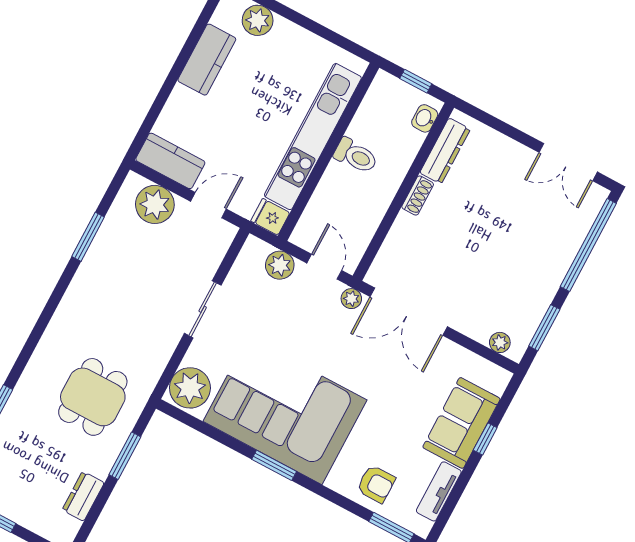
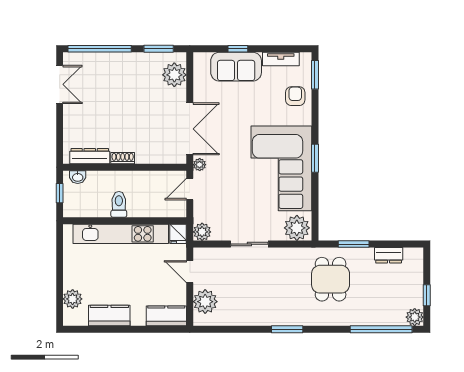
kitchen counter: (170, 161) -> (166, 316), moved, turned 90
window: (88, 237) -> (287, 329), moved
plant: (280, 265) -> (202, 232), moved
plant: (500, 342) -> (174, 75), width x1.88, depth x1.88
dining table: (93, 397) -> (331, 279), turned 90

